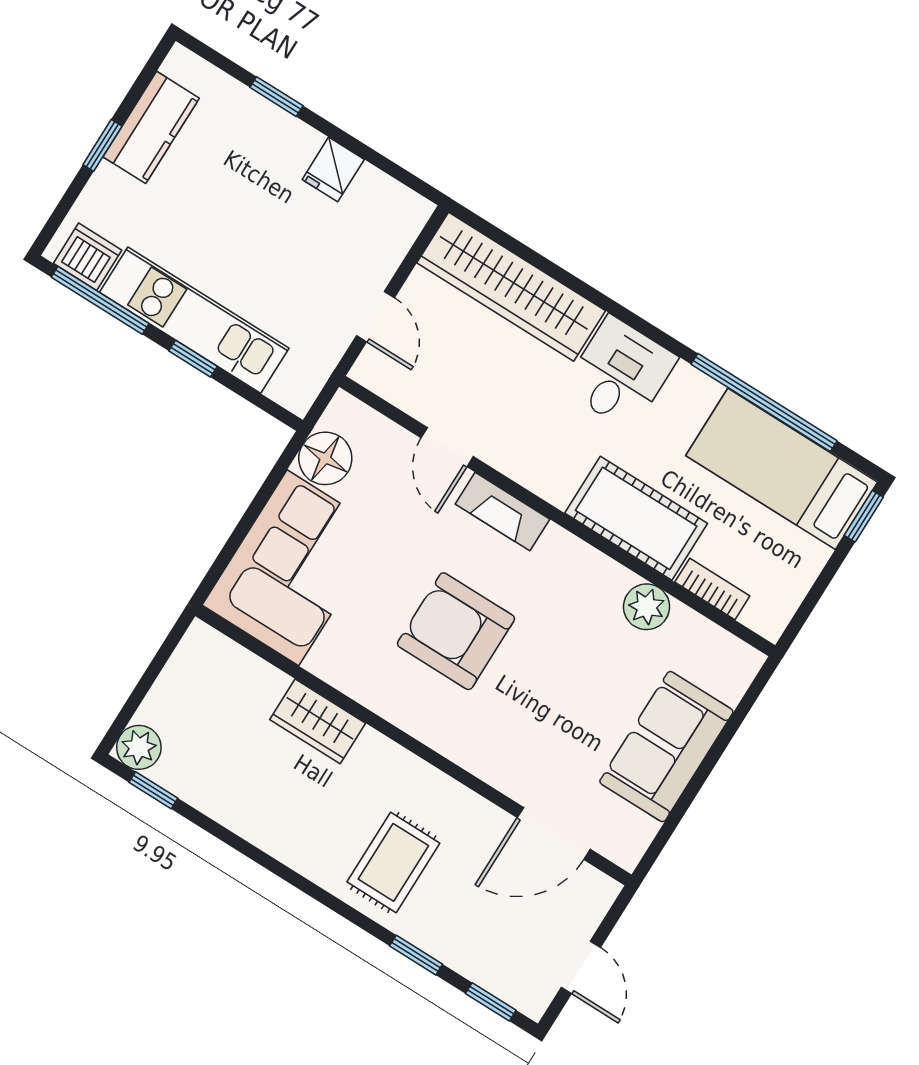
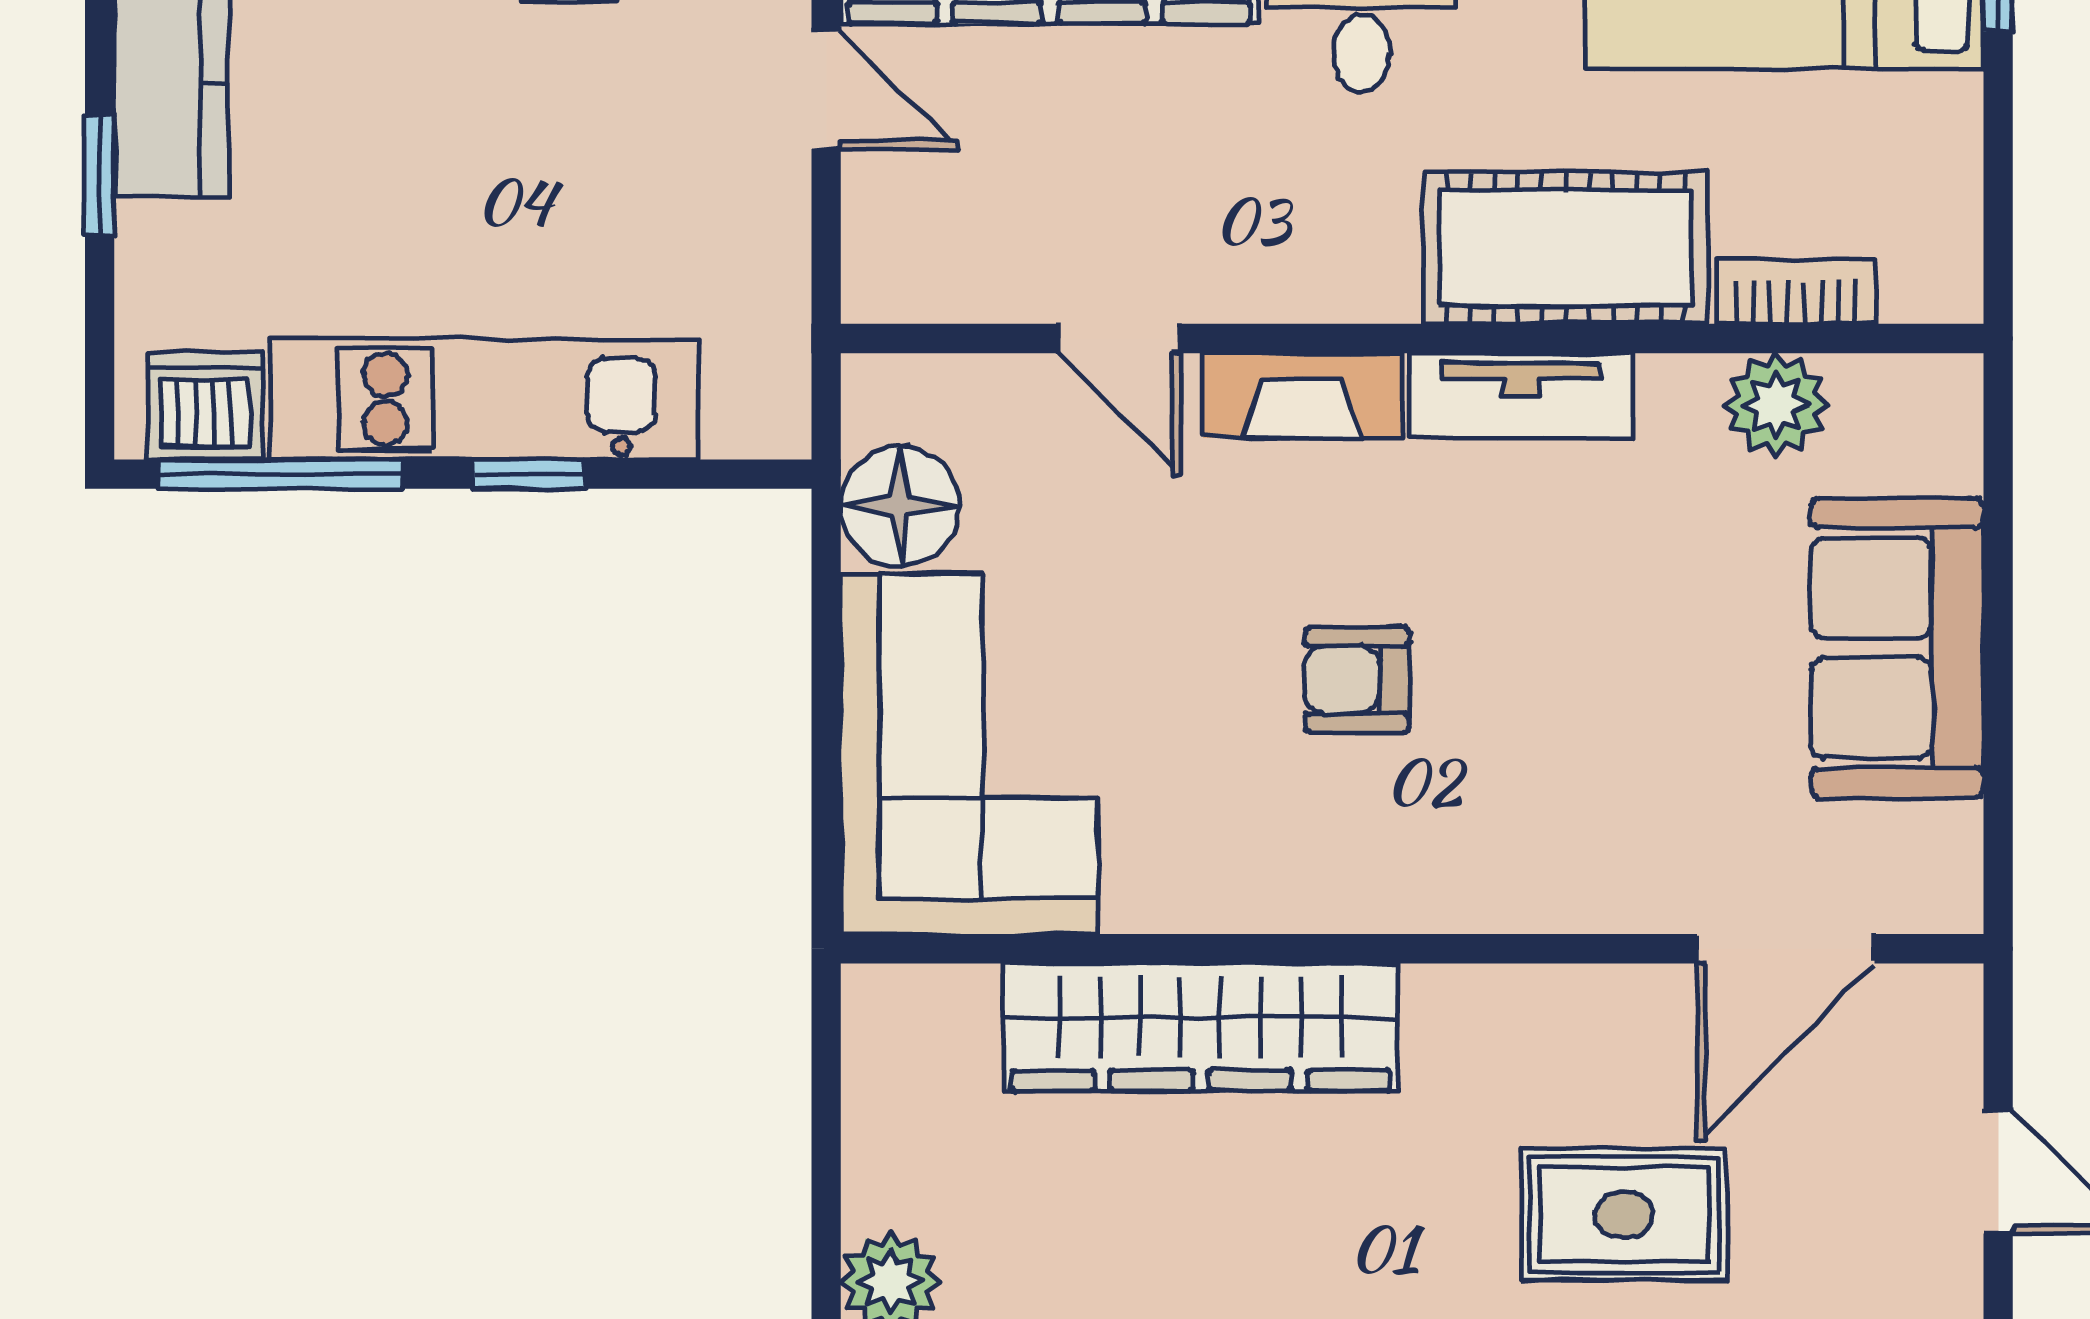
door: (375, 317) -> (826, 90), moved
tv unit: (585, 563) -> (1521, 396), added
plant: (647, 607) -> (1776, 405), moved
armchair: (456, 631) -> (1357, 680), width x0.53, depth x0.53
wardrobe: (318, 721) -> (1201, 1027), width x2.10, depth x1.17
rug: (393, 862) -> (1624, 1215), moved, turned 90

